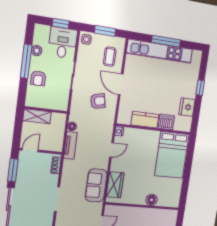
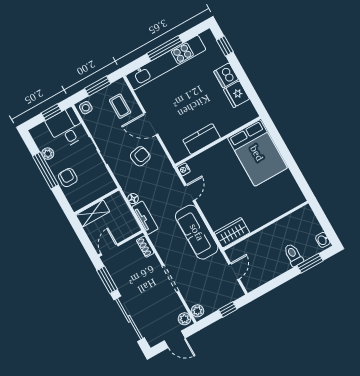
armchair: (38, 78) -> (68, 178), turned 180
window: (200, 88) -> (225, 46), moved
dishwasher: (166, 122) -> (226, 75), moved, turned -90
sofa: (96, 185) -> (197, 232), width x1.36
wardrobe: (115, 185) -> (232, 233), moved, turned -90
floor lamp: (152, 200) -> (271, 213), removed

